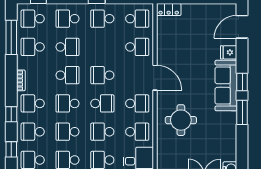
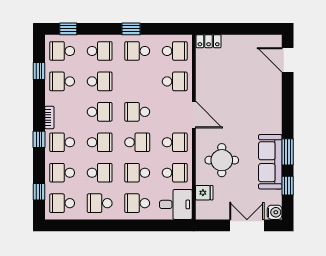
school desk: (68, 19) -> (100, 51), turned 180
door: (242, 27) -> (288, 60), hinge flipped
window: (11, 37) -> (39, 71), width x0.46
fridge: (229, 52) -> (204, 193), moved, turned 180
window: (242, 82) -> (288, 186), moved
sofa: (226, 86) -> (270, 162), moved
school desk: (68, 103) -> (100, 142), turned 180
window: (11, 114) -> (39, 139), moved
school desk: (68, 132) -> (100, 173), turned 180

